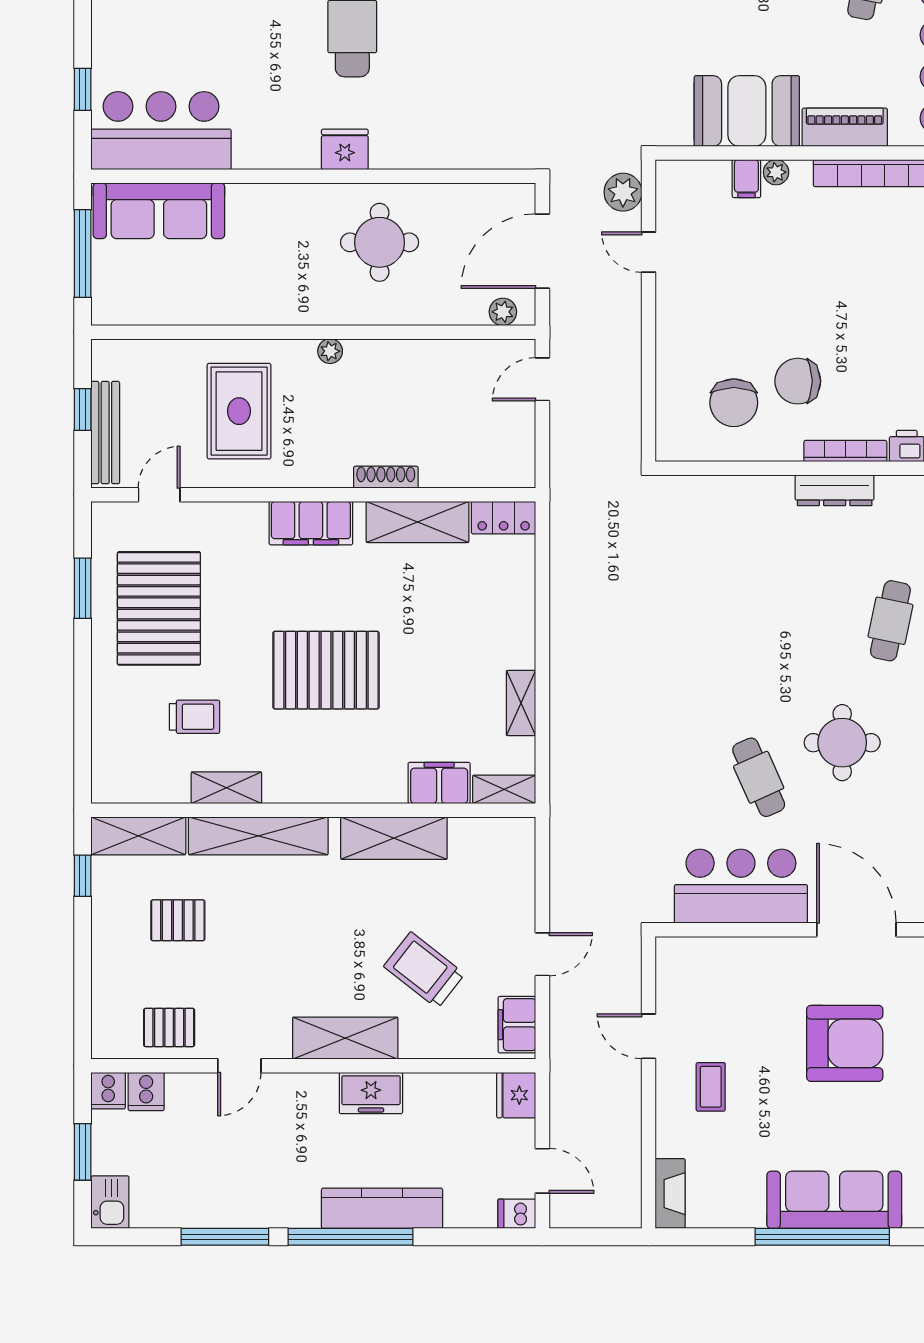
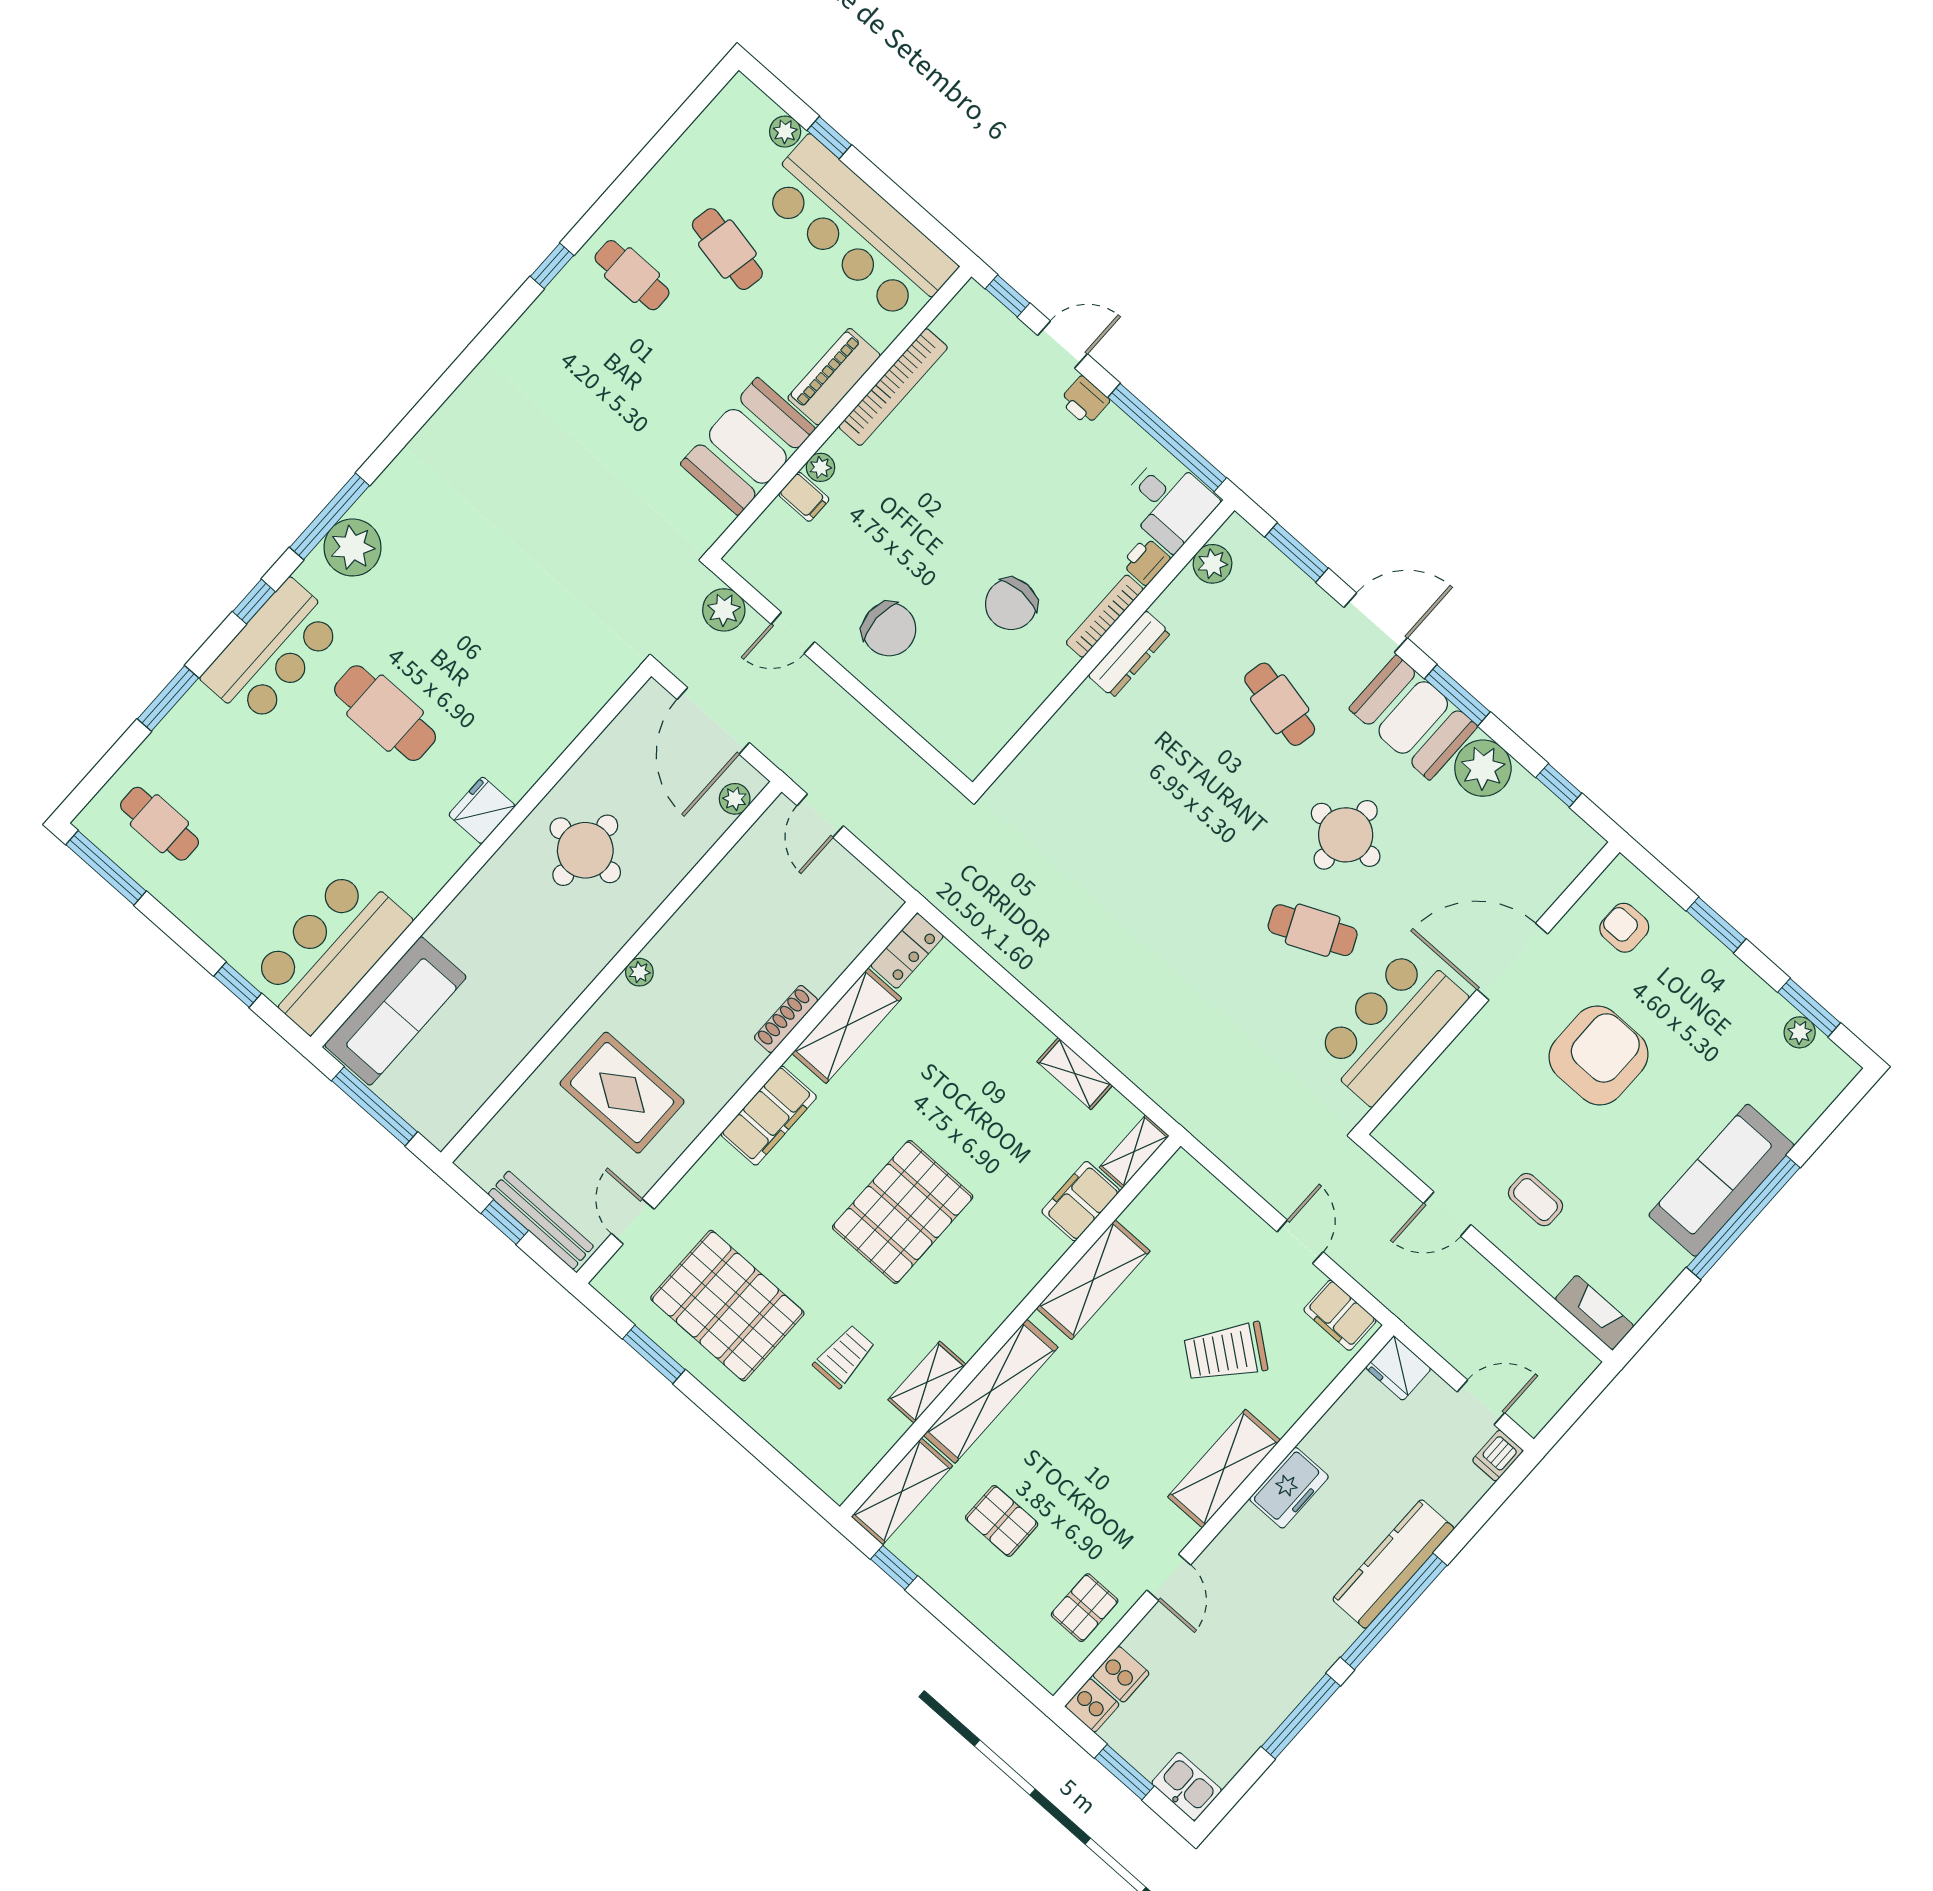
chair: (734, 403) -> (889, 629), moved
pallet: (178, 920) -> (1002, 1521), turned 90

